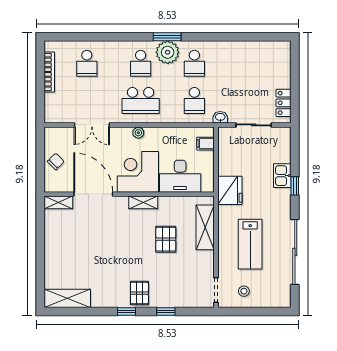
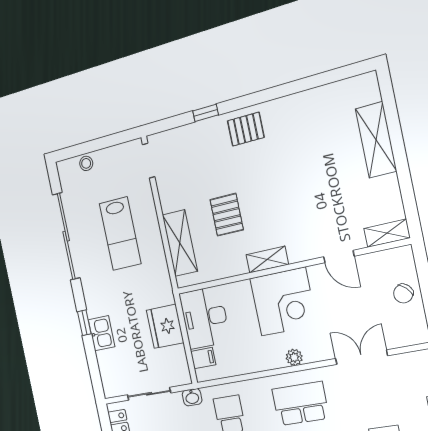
desk: (180, 176) -> (205, 318), moved, turned -90
fridge: (230, 190) -> (165, 326), moved
door: (93, 194) -> (339, 257), width x0.53
lab bench: (250, 244) -> (120, 234), turned 180
stool: (244, 291) -> (86, 163), moved
pallet: (139, 293) -> (246, 129), turned 90
shelving: (67, 298) -> (376, 140), moved, turned 90
window: (126, 311) -> (258, 98), removed

